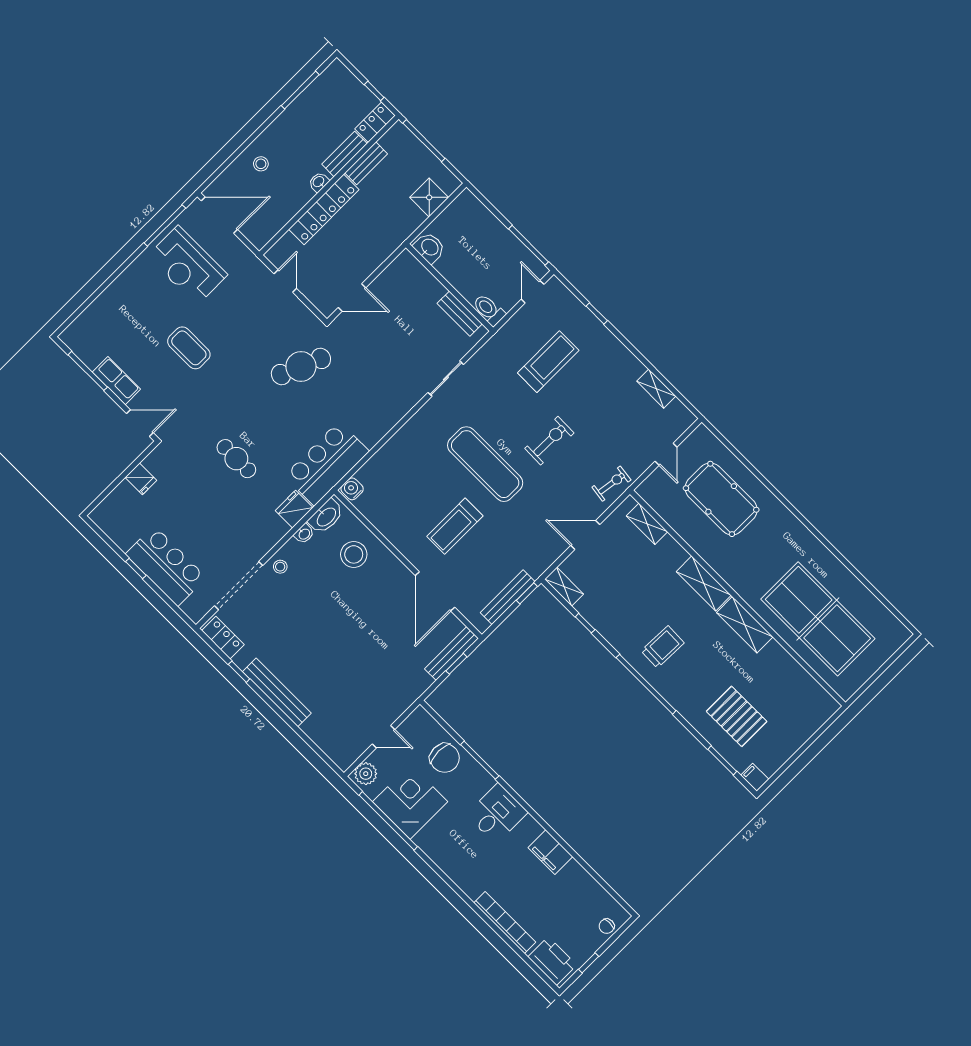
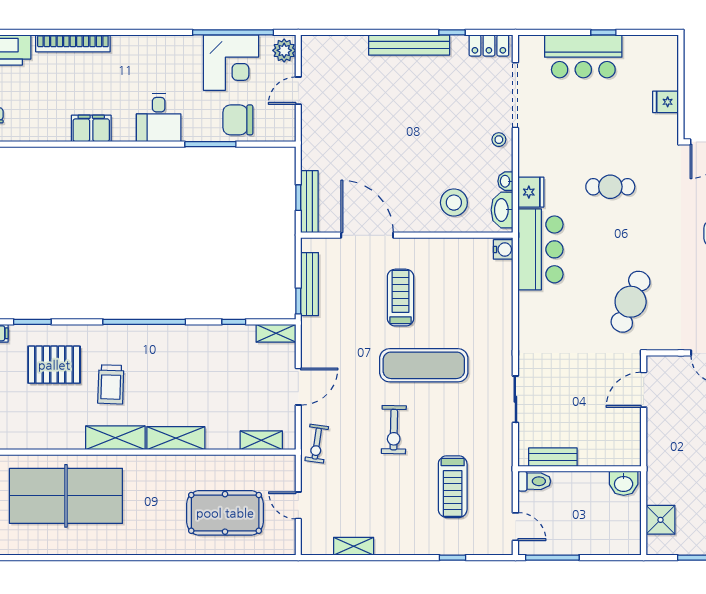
trolley: (663, 647) -> (111, 384), moved

